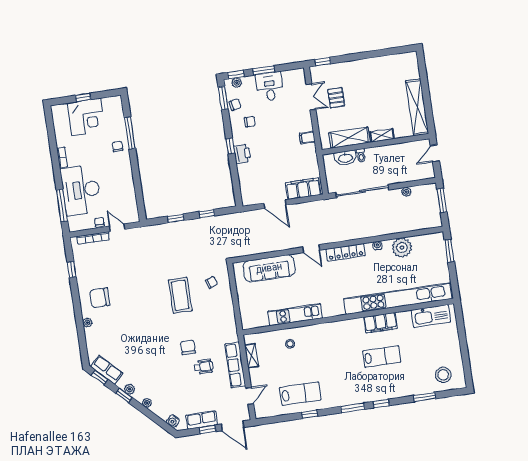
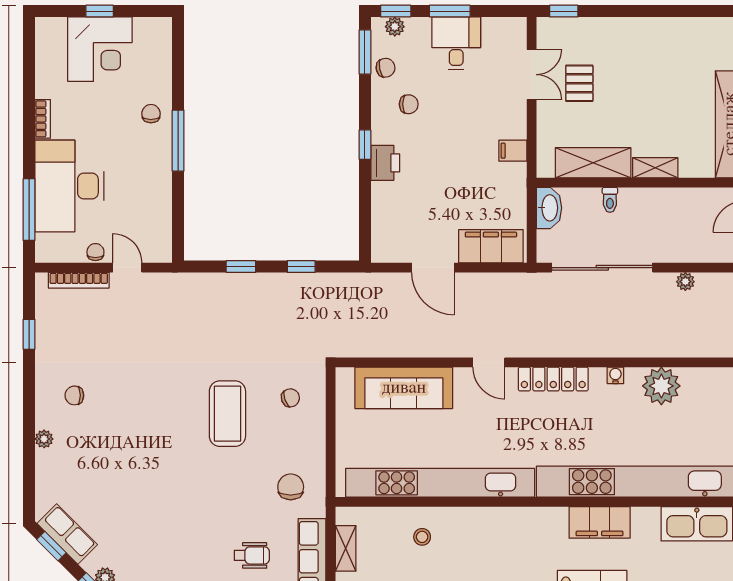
window: (130, 133) -> (178, 141), moved
washbasin: (345, 158) -> (549, 208), moved, turned -90
chair: (100, 298) -> (74, 395), width x0.54, depth x0.54
kitchen unit: (295, 315) -> (440, 483), width x1.86
chair: (188, 347) -> (291, 487), moved

